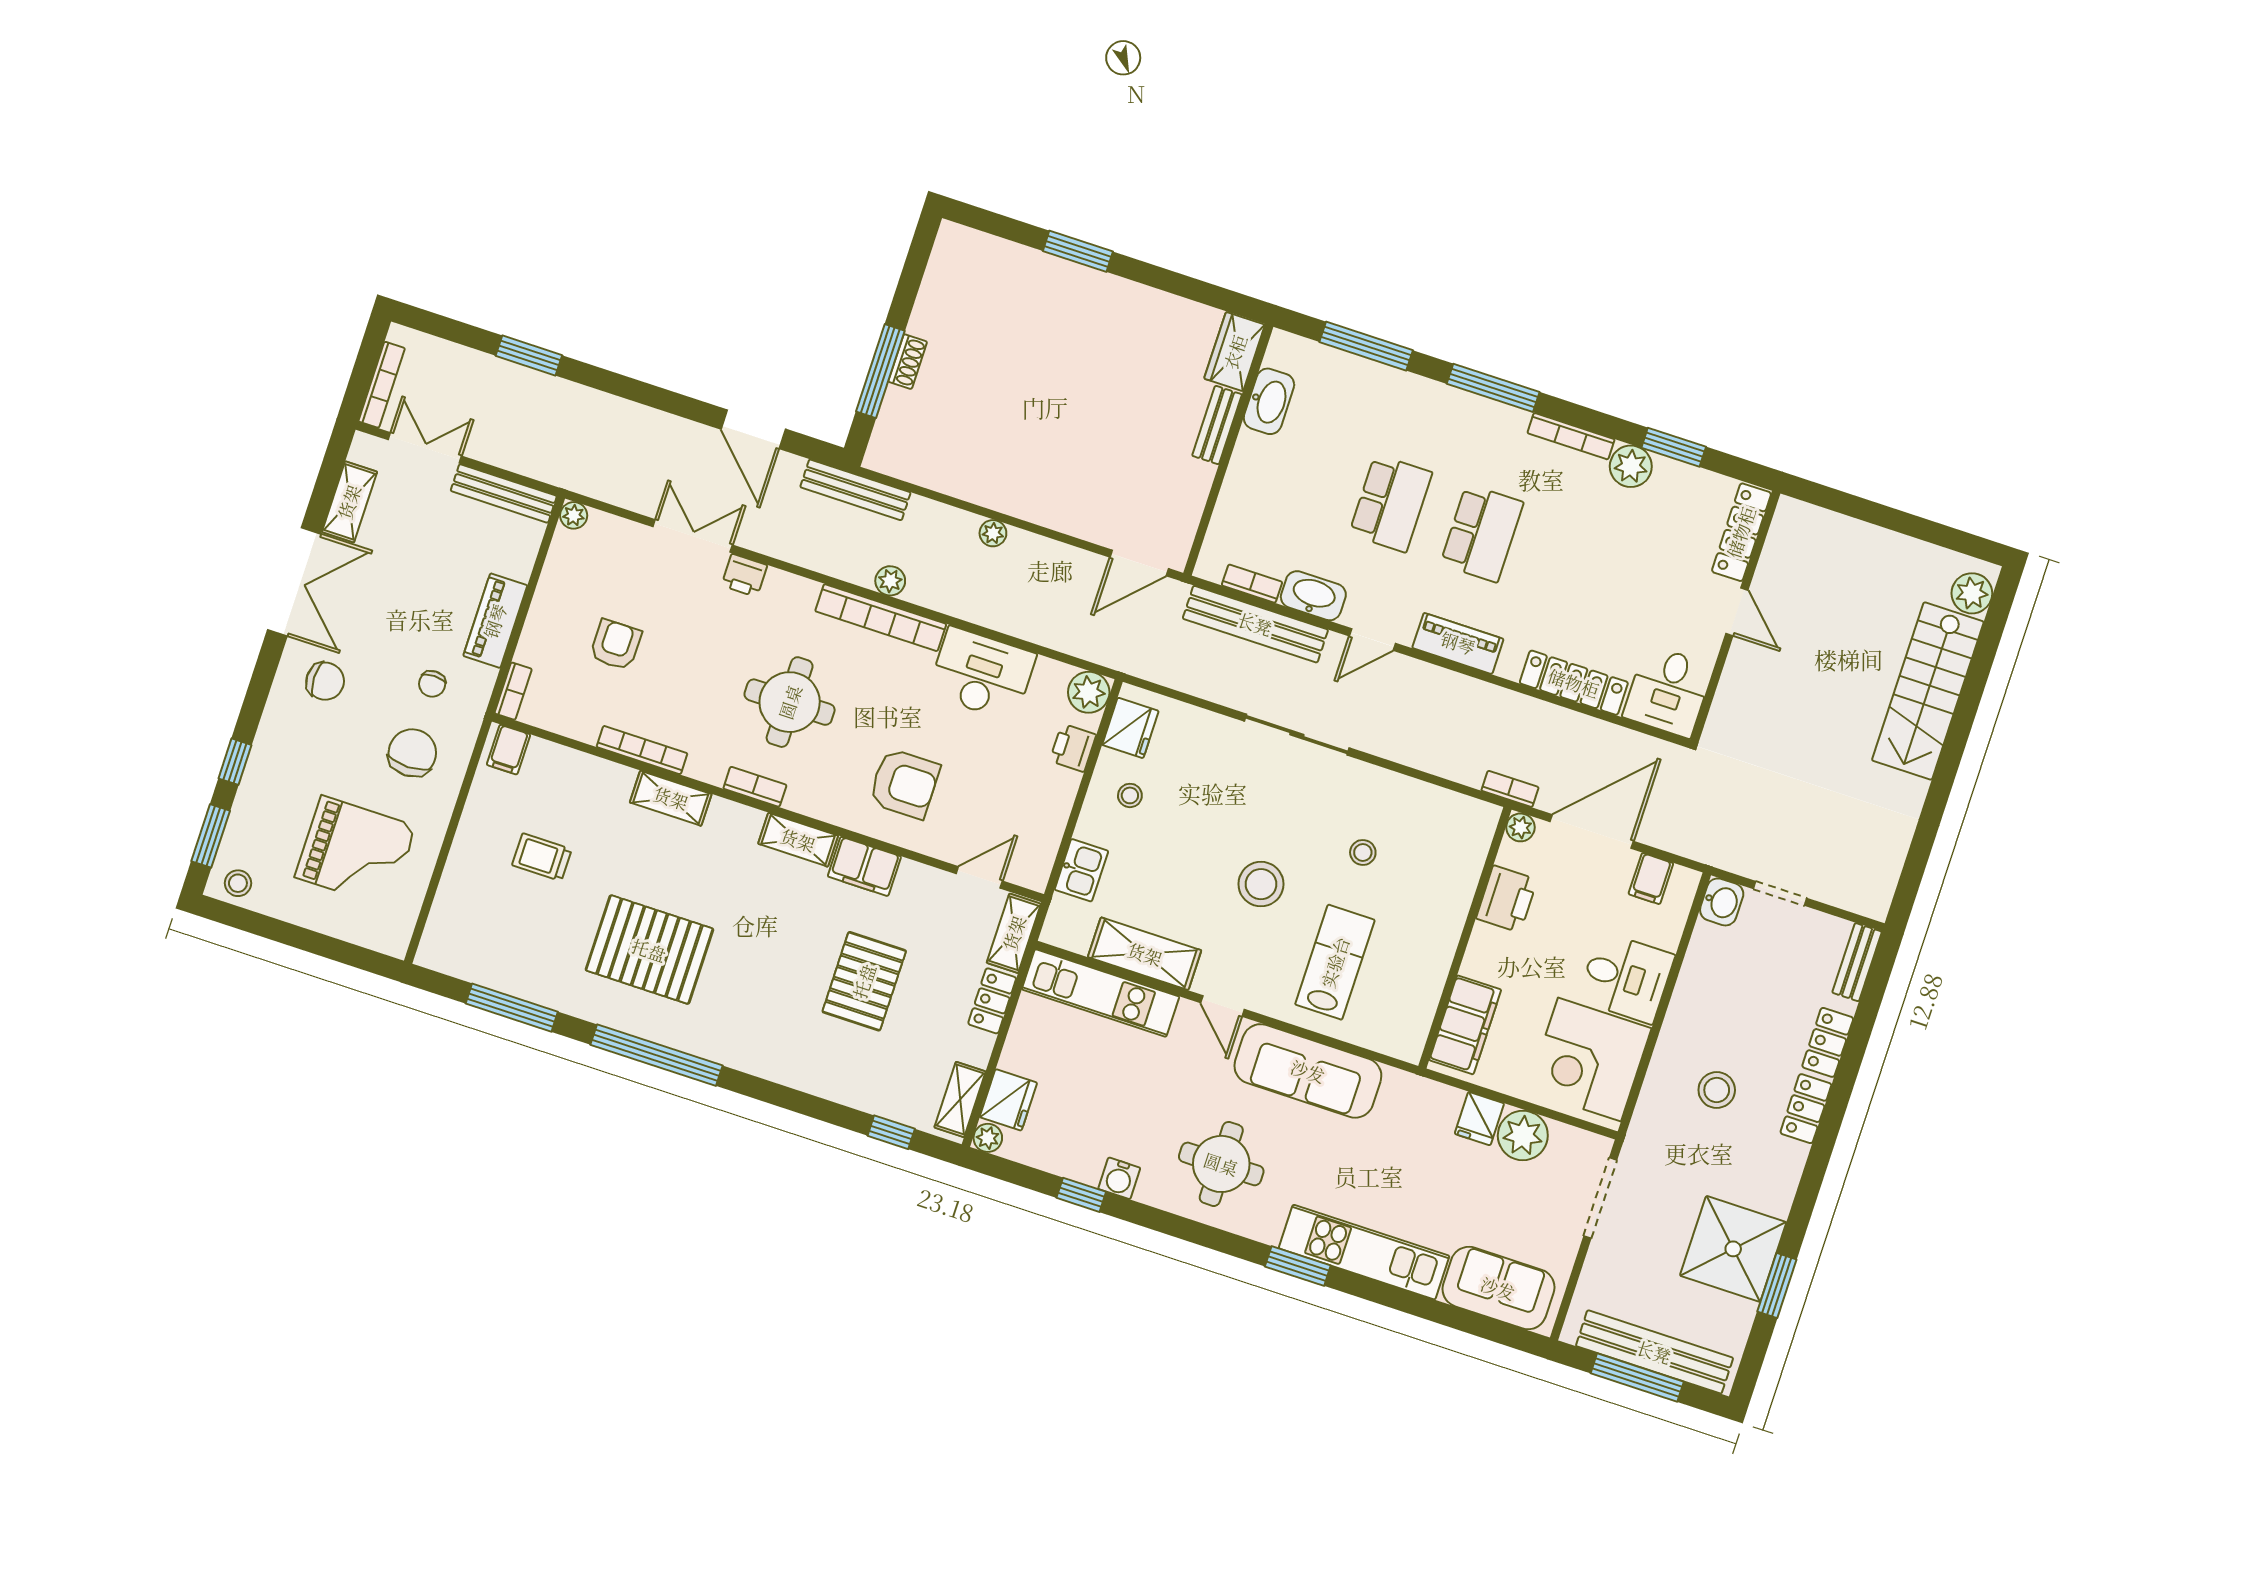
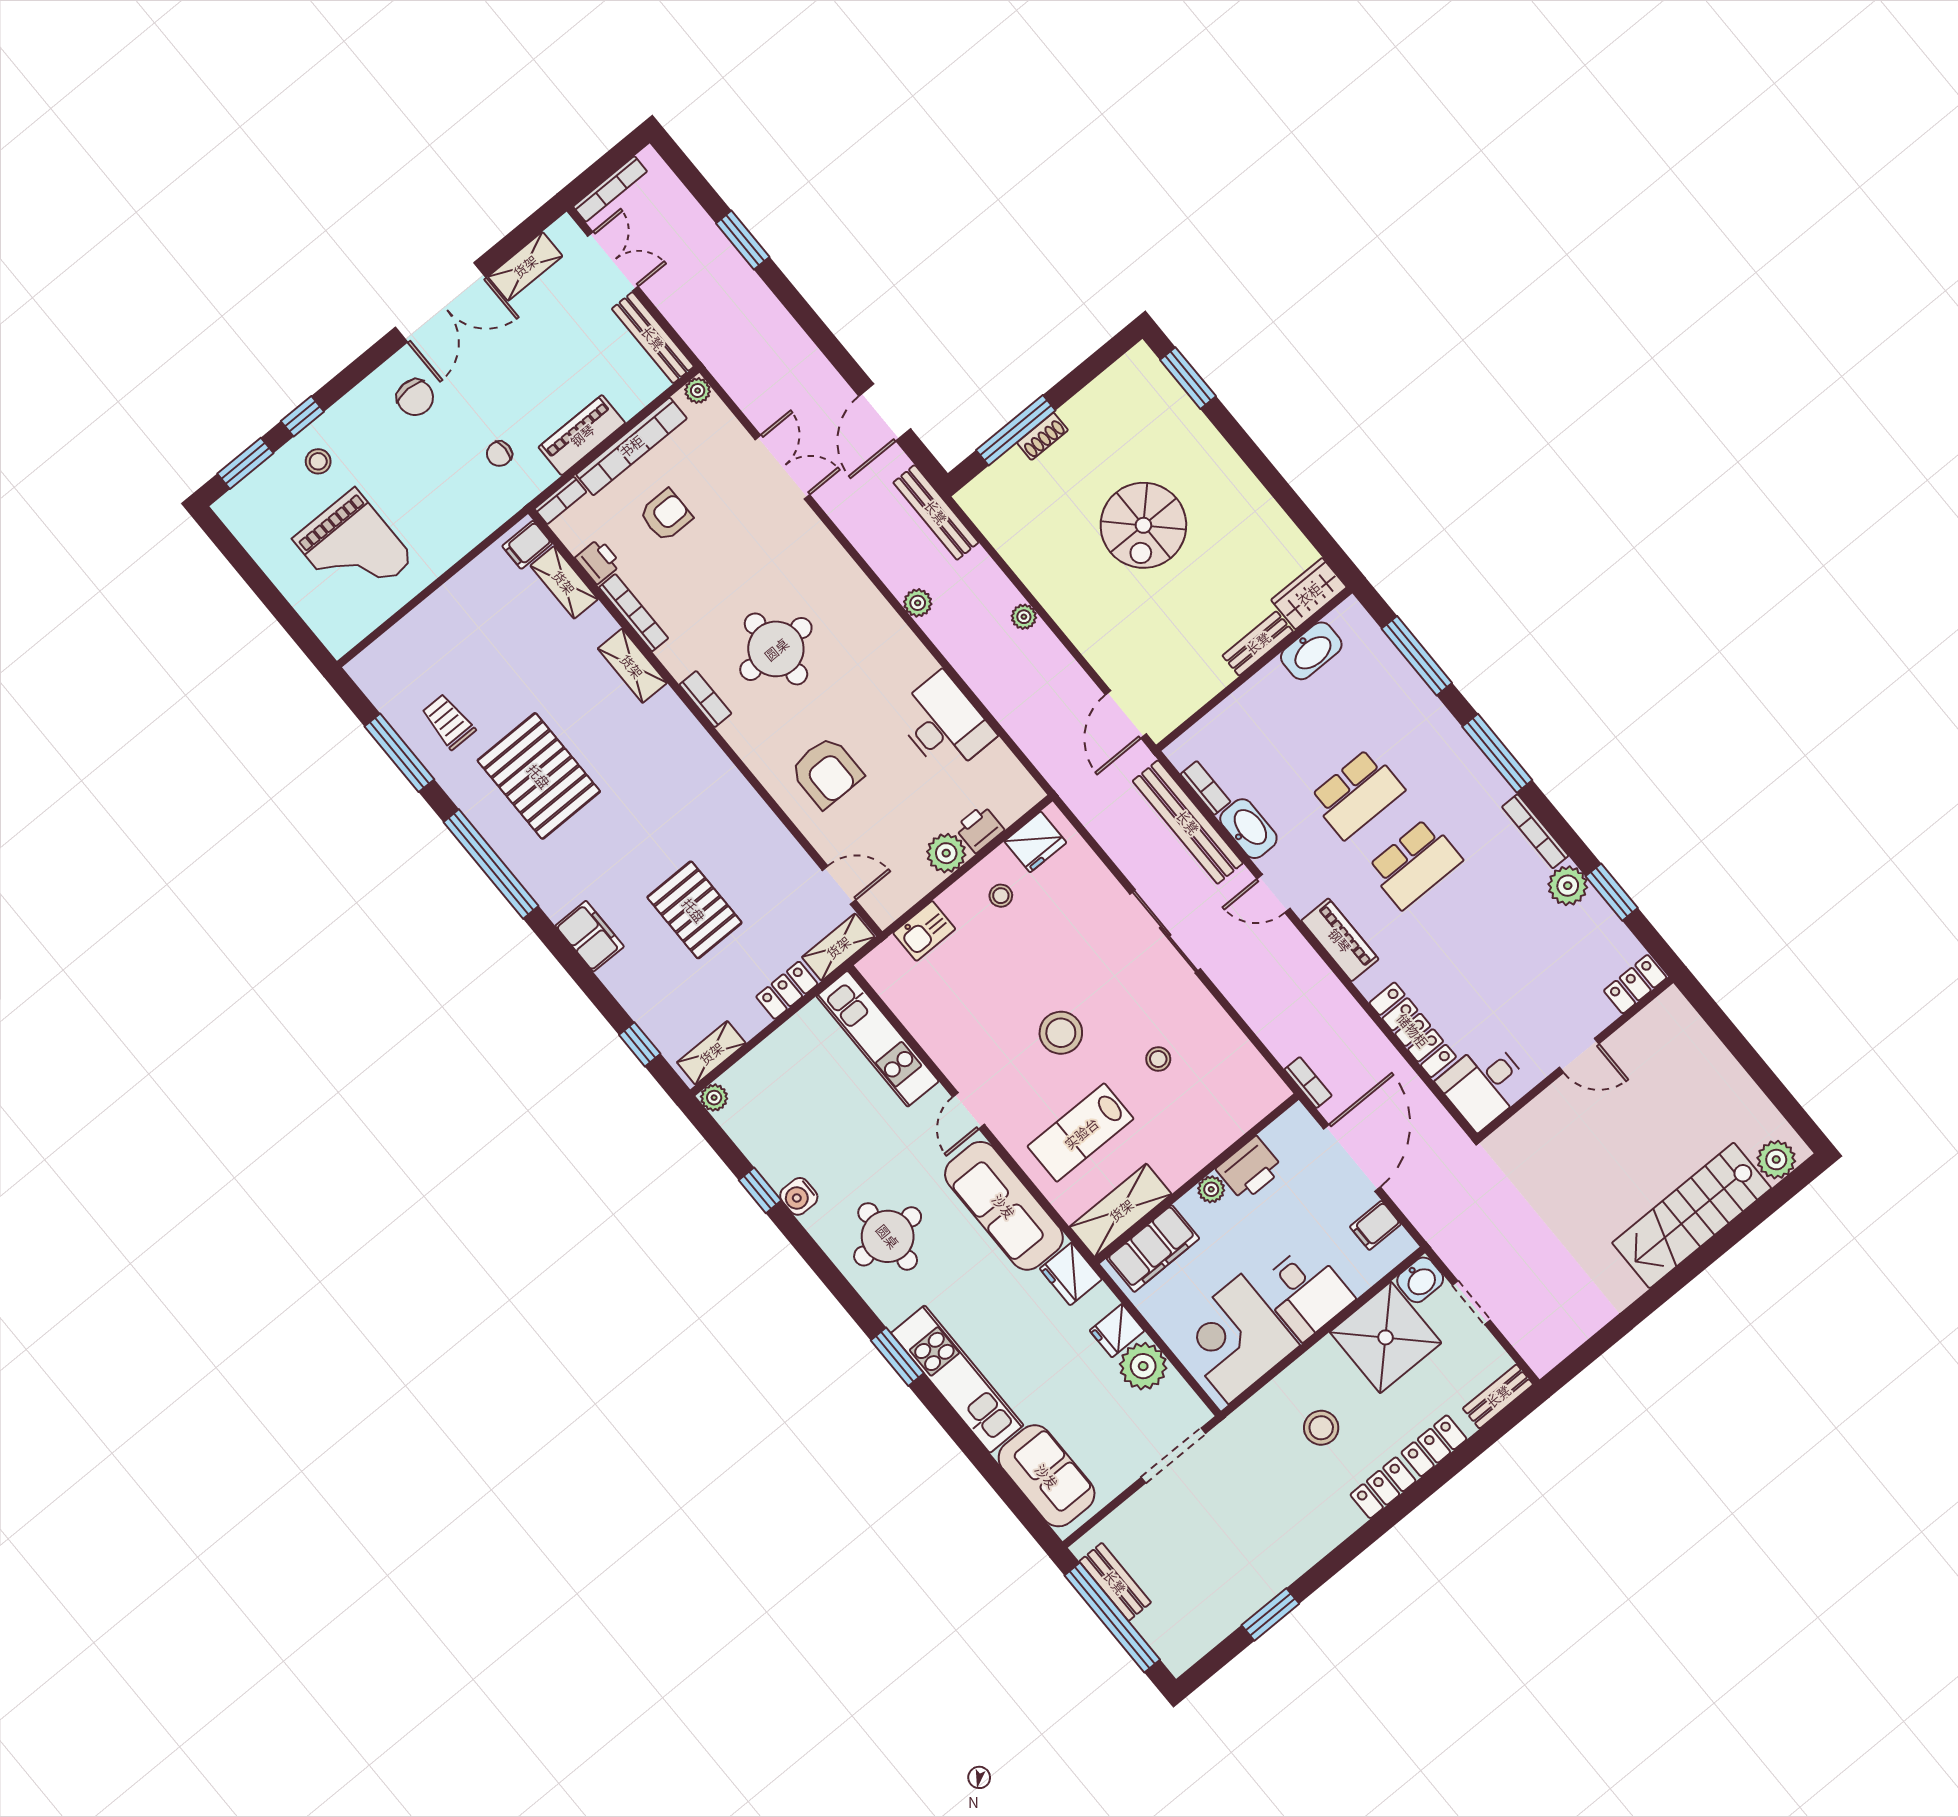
window: (1078, 251) -> (1188, 378), moved
spiral stairs: (1048, 384) -> (1143, 525), added
locker: (1741, 532) -> (1635, 984), width x0.66
door: (1139, 563) -> (1126, 714), hinge flipped
printer: (744, 575) -> (598, 561), moved, turned 180
door: (1737, 612) -> (1579, 1056), hinge flipped
bookcase: (881, 618) -> (631, 446), moved, turned -90
plant: (1089, 692) -> (946, 853), moved
chair: (412, 753) -> (449, 499), removed
plant: (1520, 827) -> (1211, 1189), moved
door: (1592, 832) -> (1352, 1158), hinge flipped
shelving: (798, 840) -> (564, 582), moved
trolley: (542, 857) -> (448, 722), moved
filing cabinet: (864, 866) -> (590, 936), moved, turned 180
stool: (238, 883) -> (318, 461), moved
shelving: (1145, 954) -> (1121, 1210), moved, turned 90
lab bench: (1335, 962) -> (1081, 1133), turned 180
pallet: (864, 981) -> (694, 910), turned 90
fridge: (1008, 1100) -> (1071, 1274), moved, turned 90
shower: (1733, 1249) -> (1386, 1337), moved
bench: (1654, 1352) -> (1115, 1582), width x0.54, depth x0.82
window: (1637, 1378) -> (1112, 1617), width x1.46

